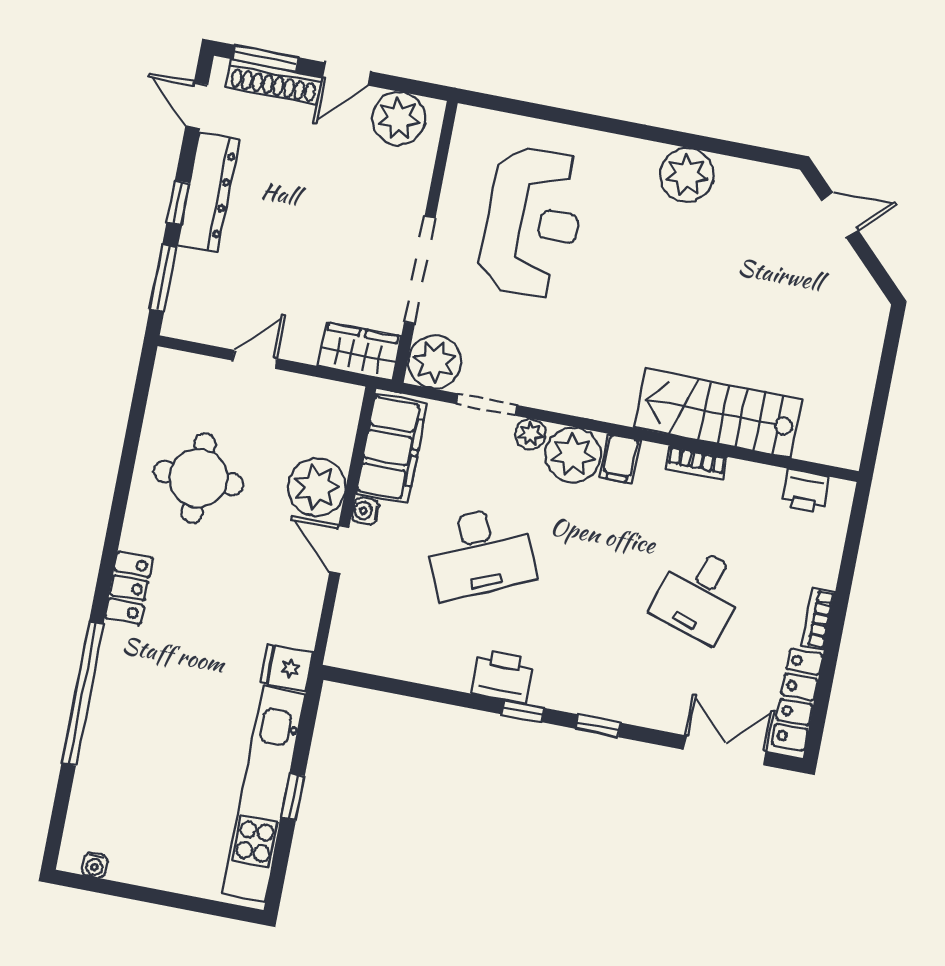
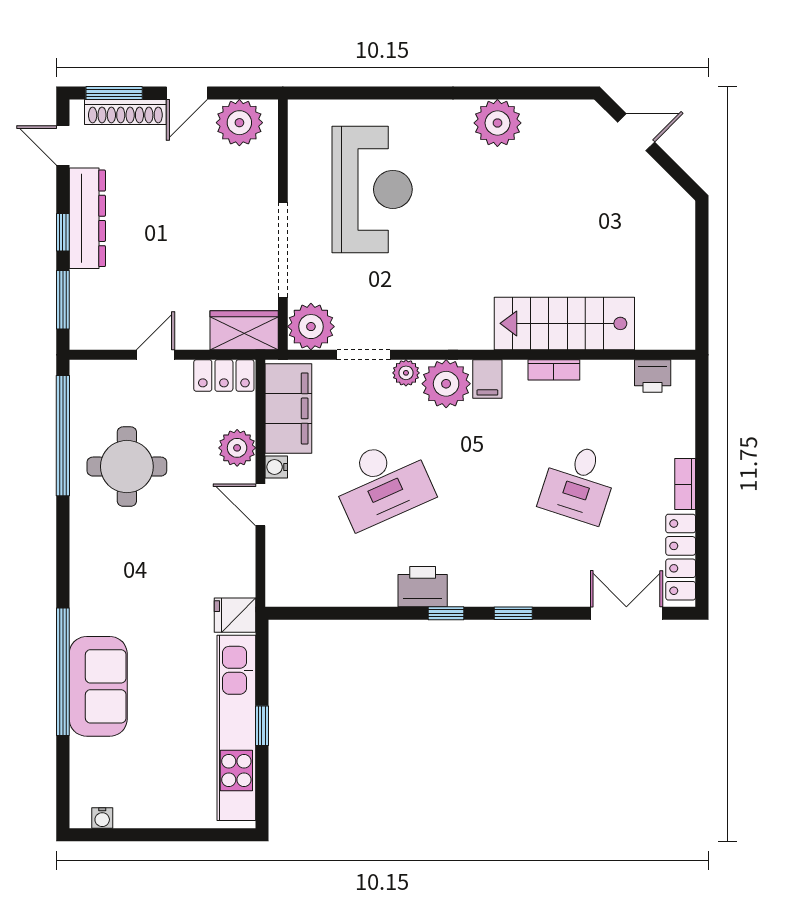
window: (134, 430) -> (63, 436), added
plant: (317, 487) -> (237, 448), width x0.73, depth x0.73
locker: (129, 588) -> (224, 376), moved, turned 90
sofa: (119, 717) -> (98, 686), added

